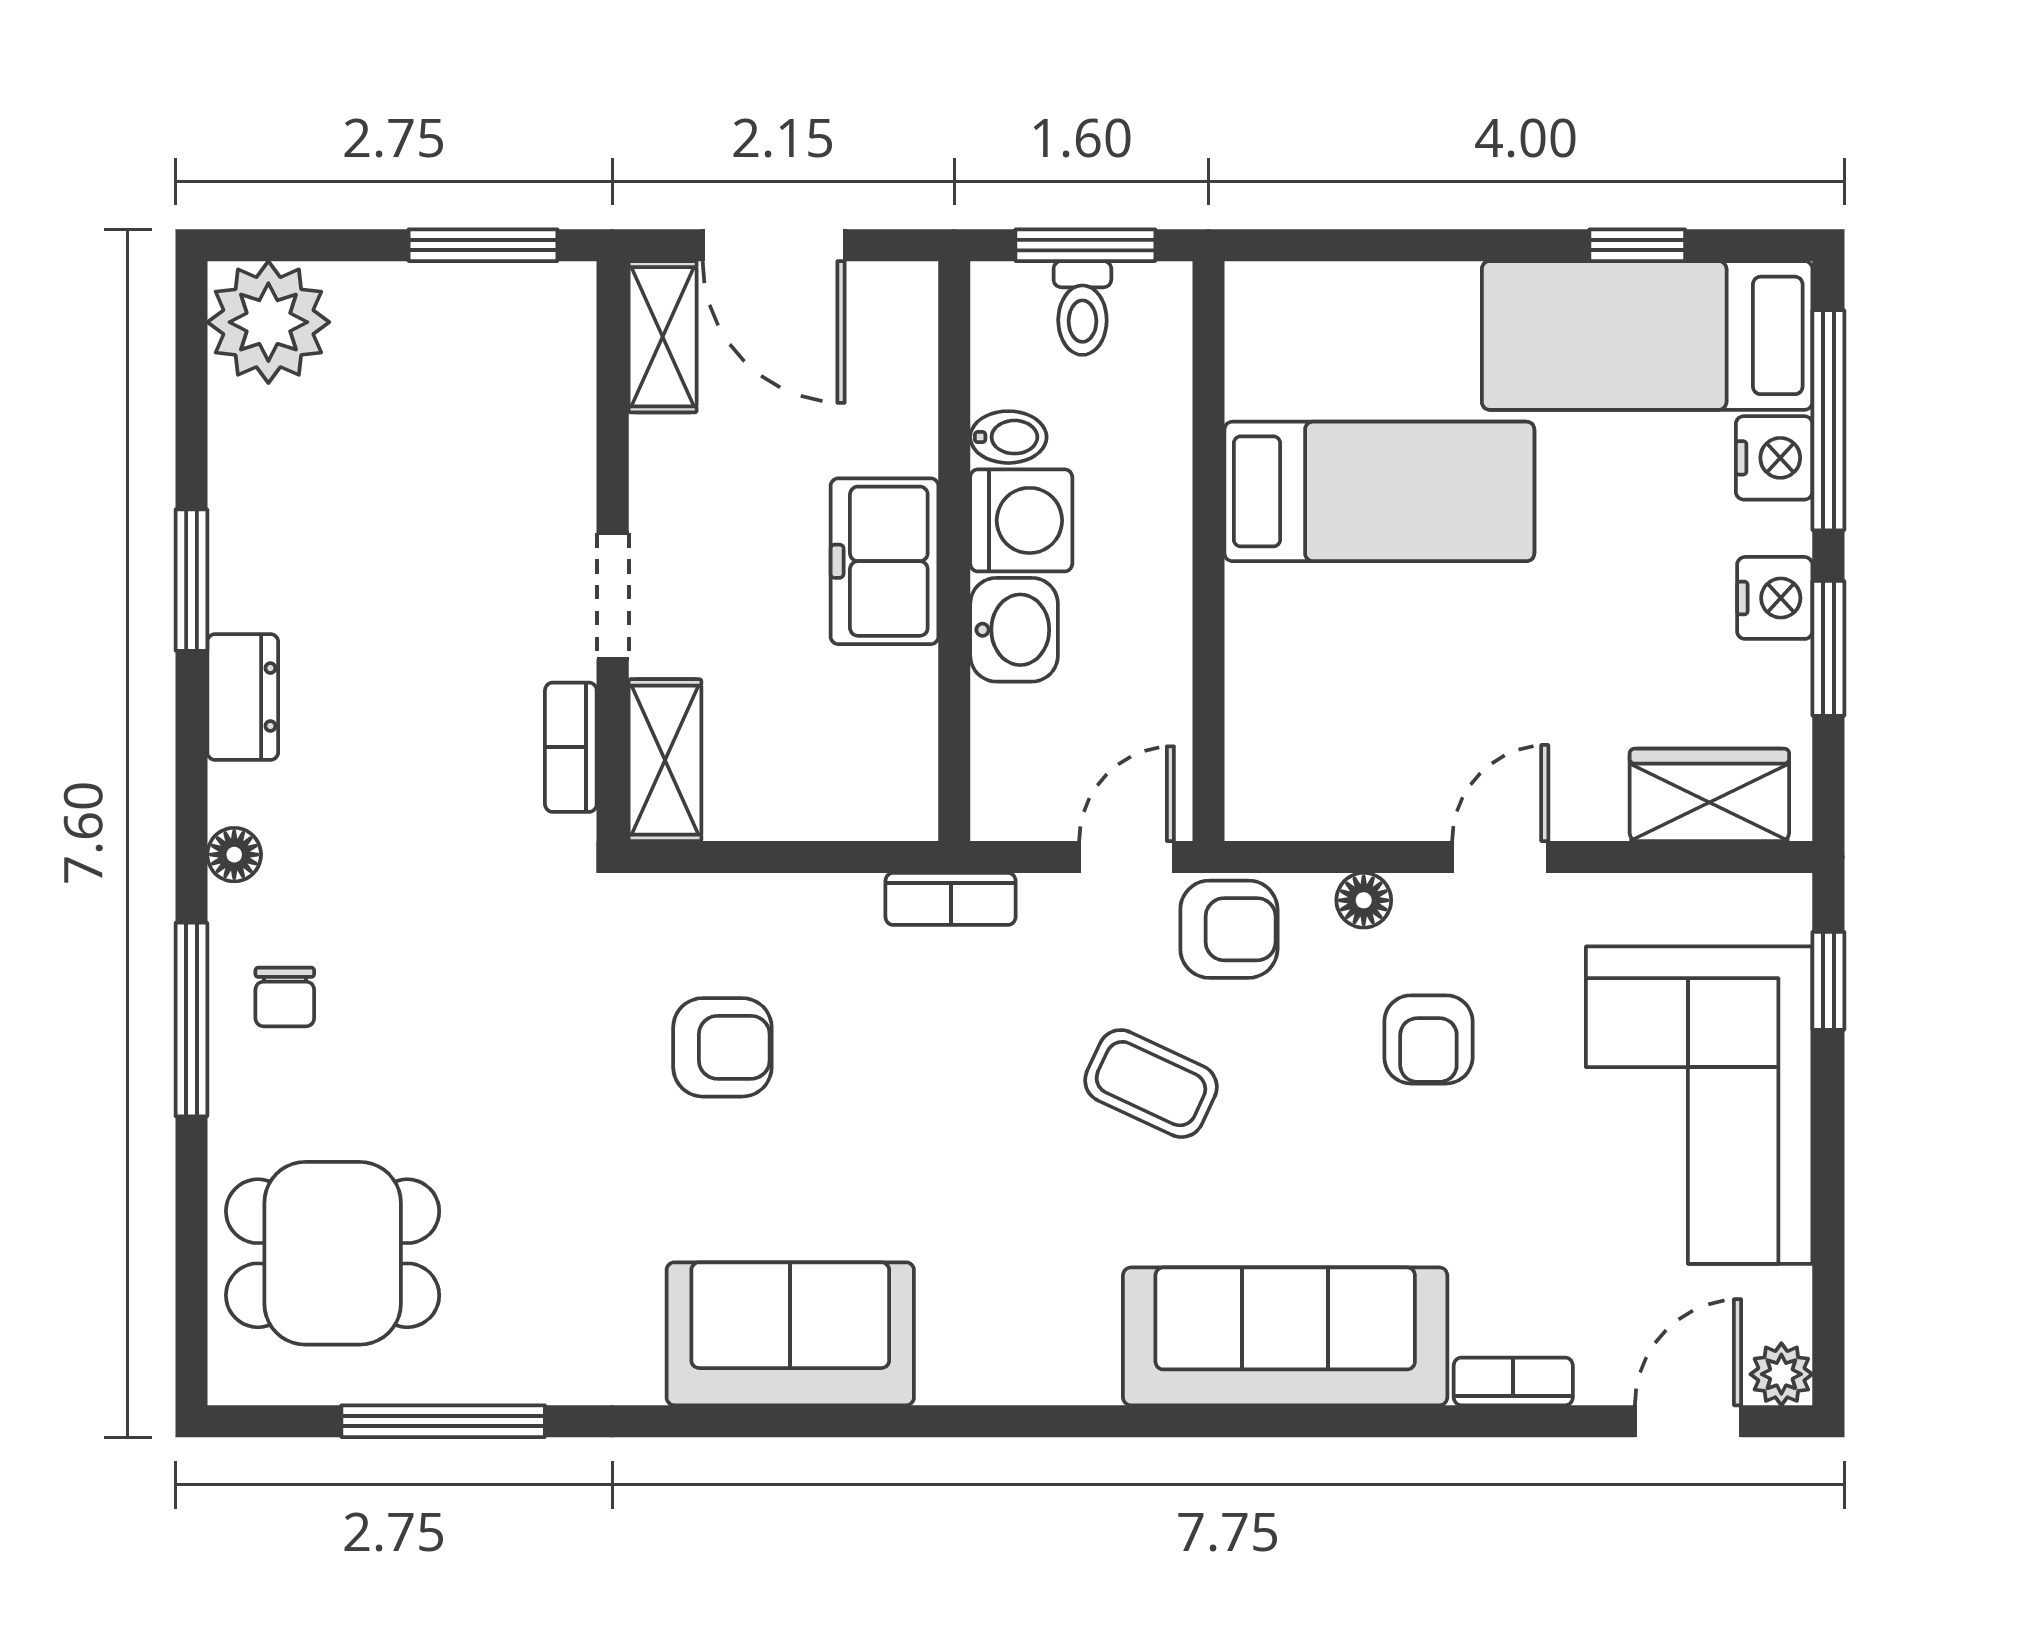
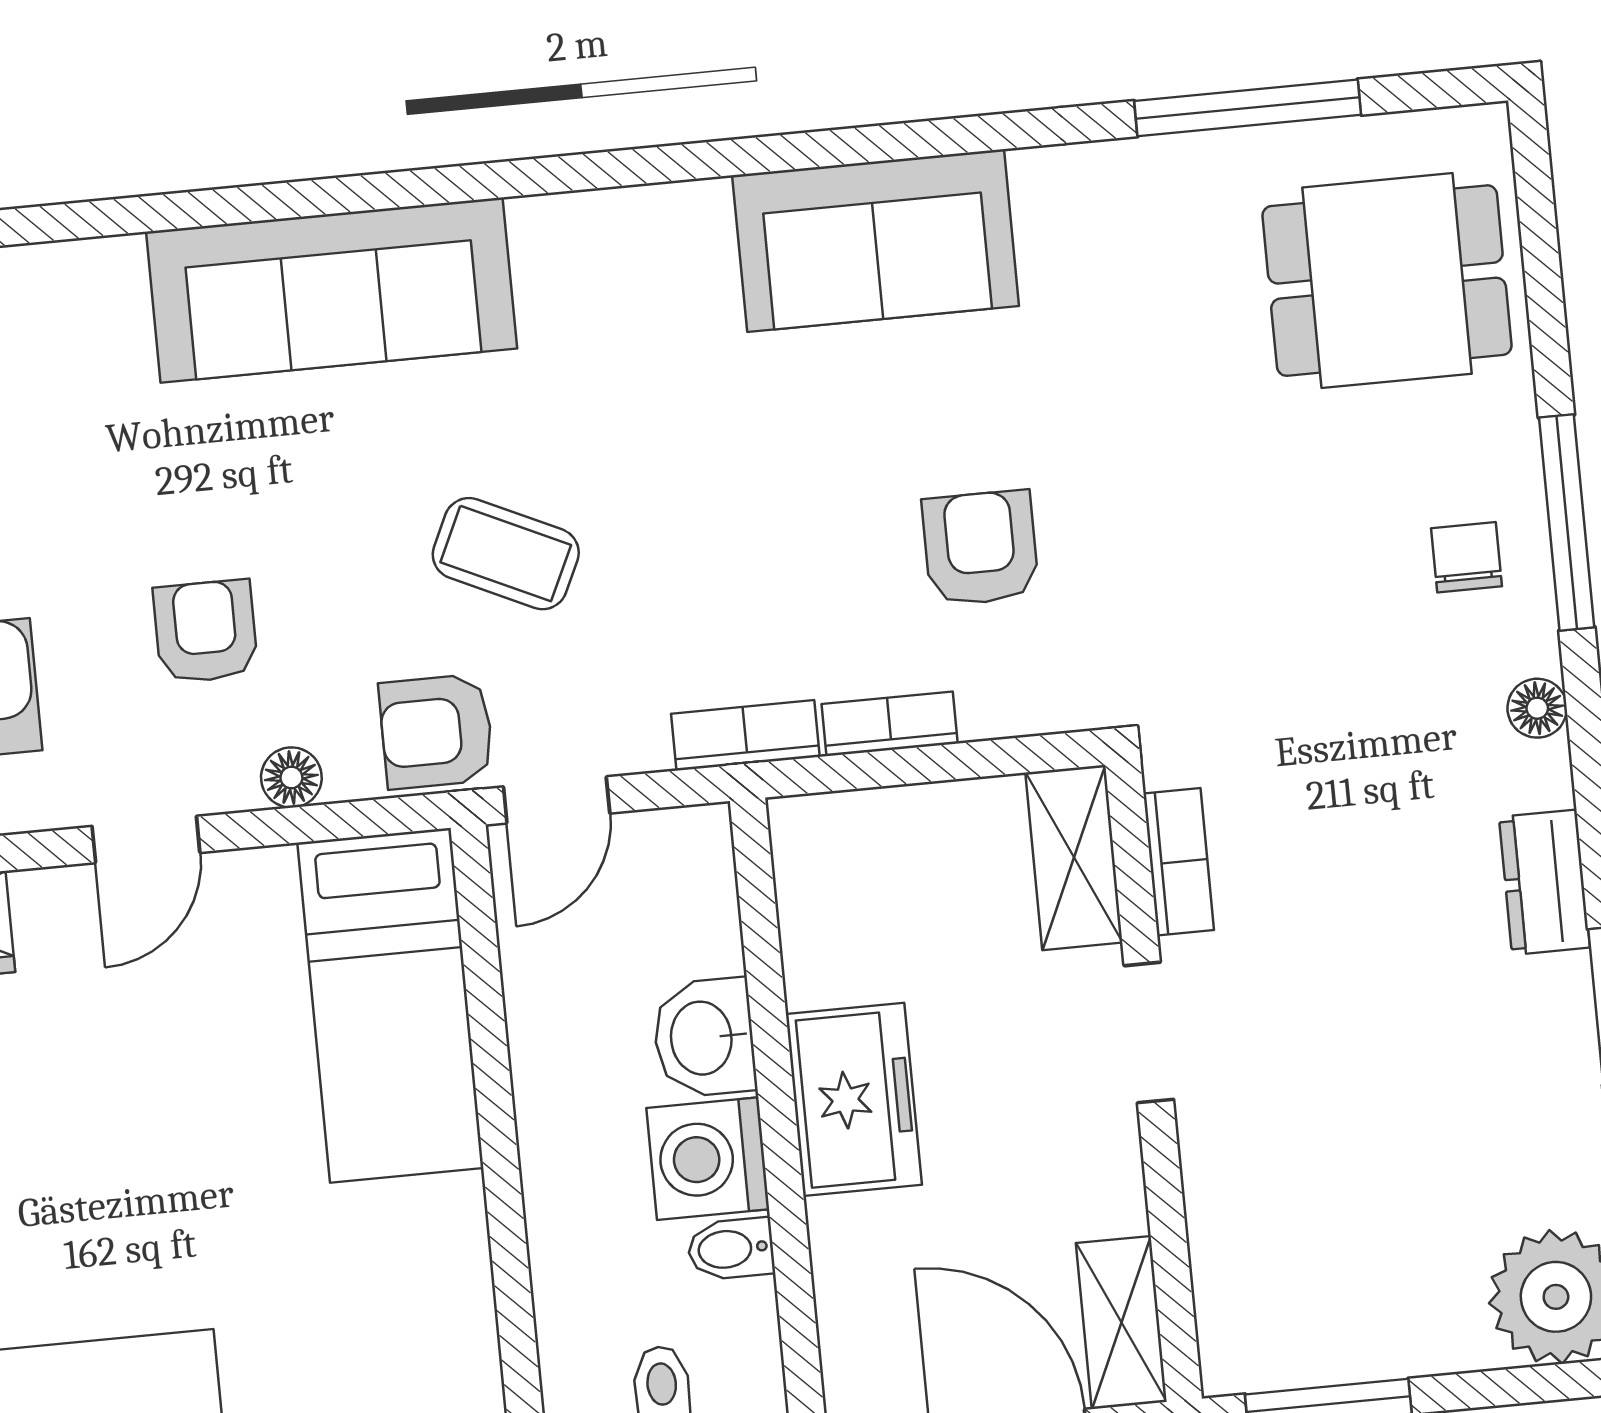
bed: (1379, 491) -> (390, 1005), moved, turned -90
armchair: (722, 1047) -> (980, 548), turned 90
bookcase: (1513, 1381) -> (890, 724), moved, turned 180

